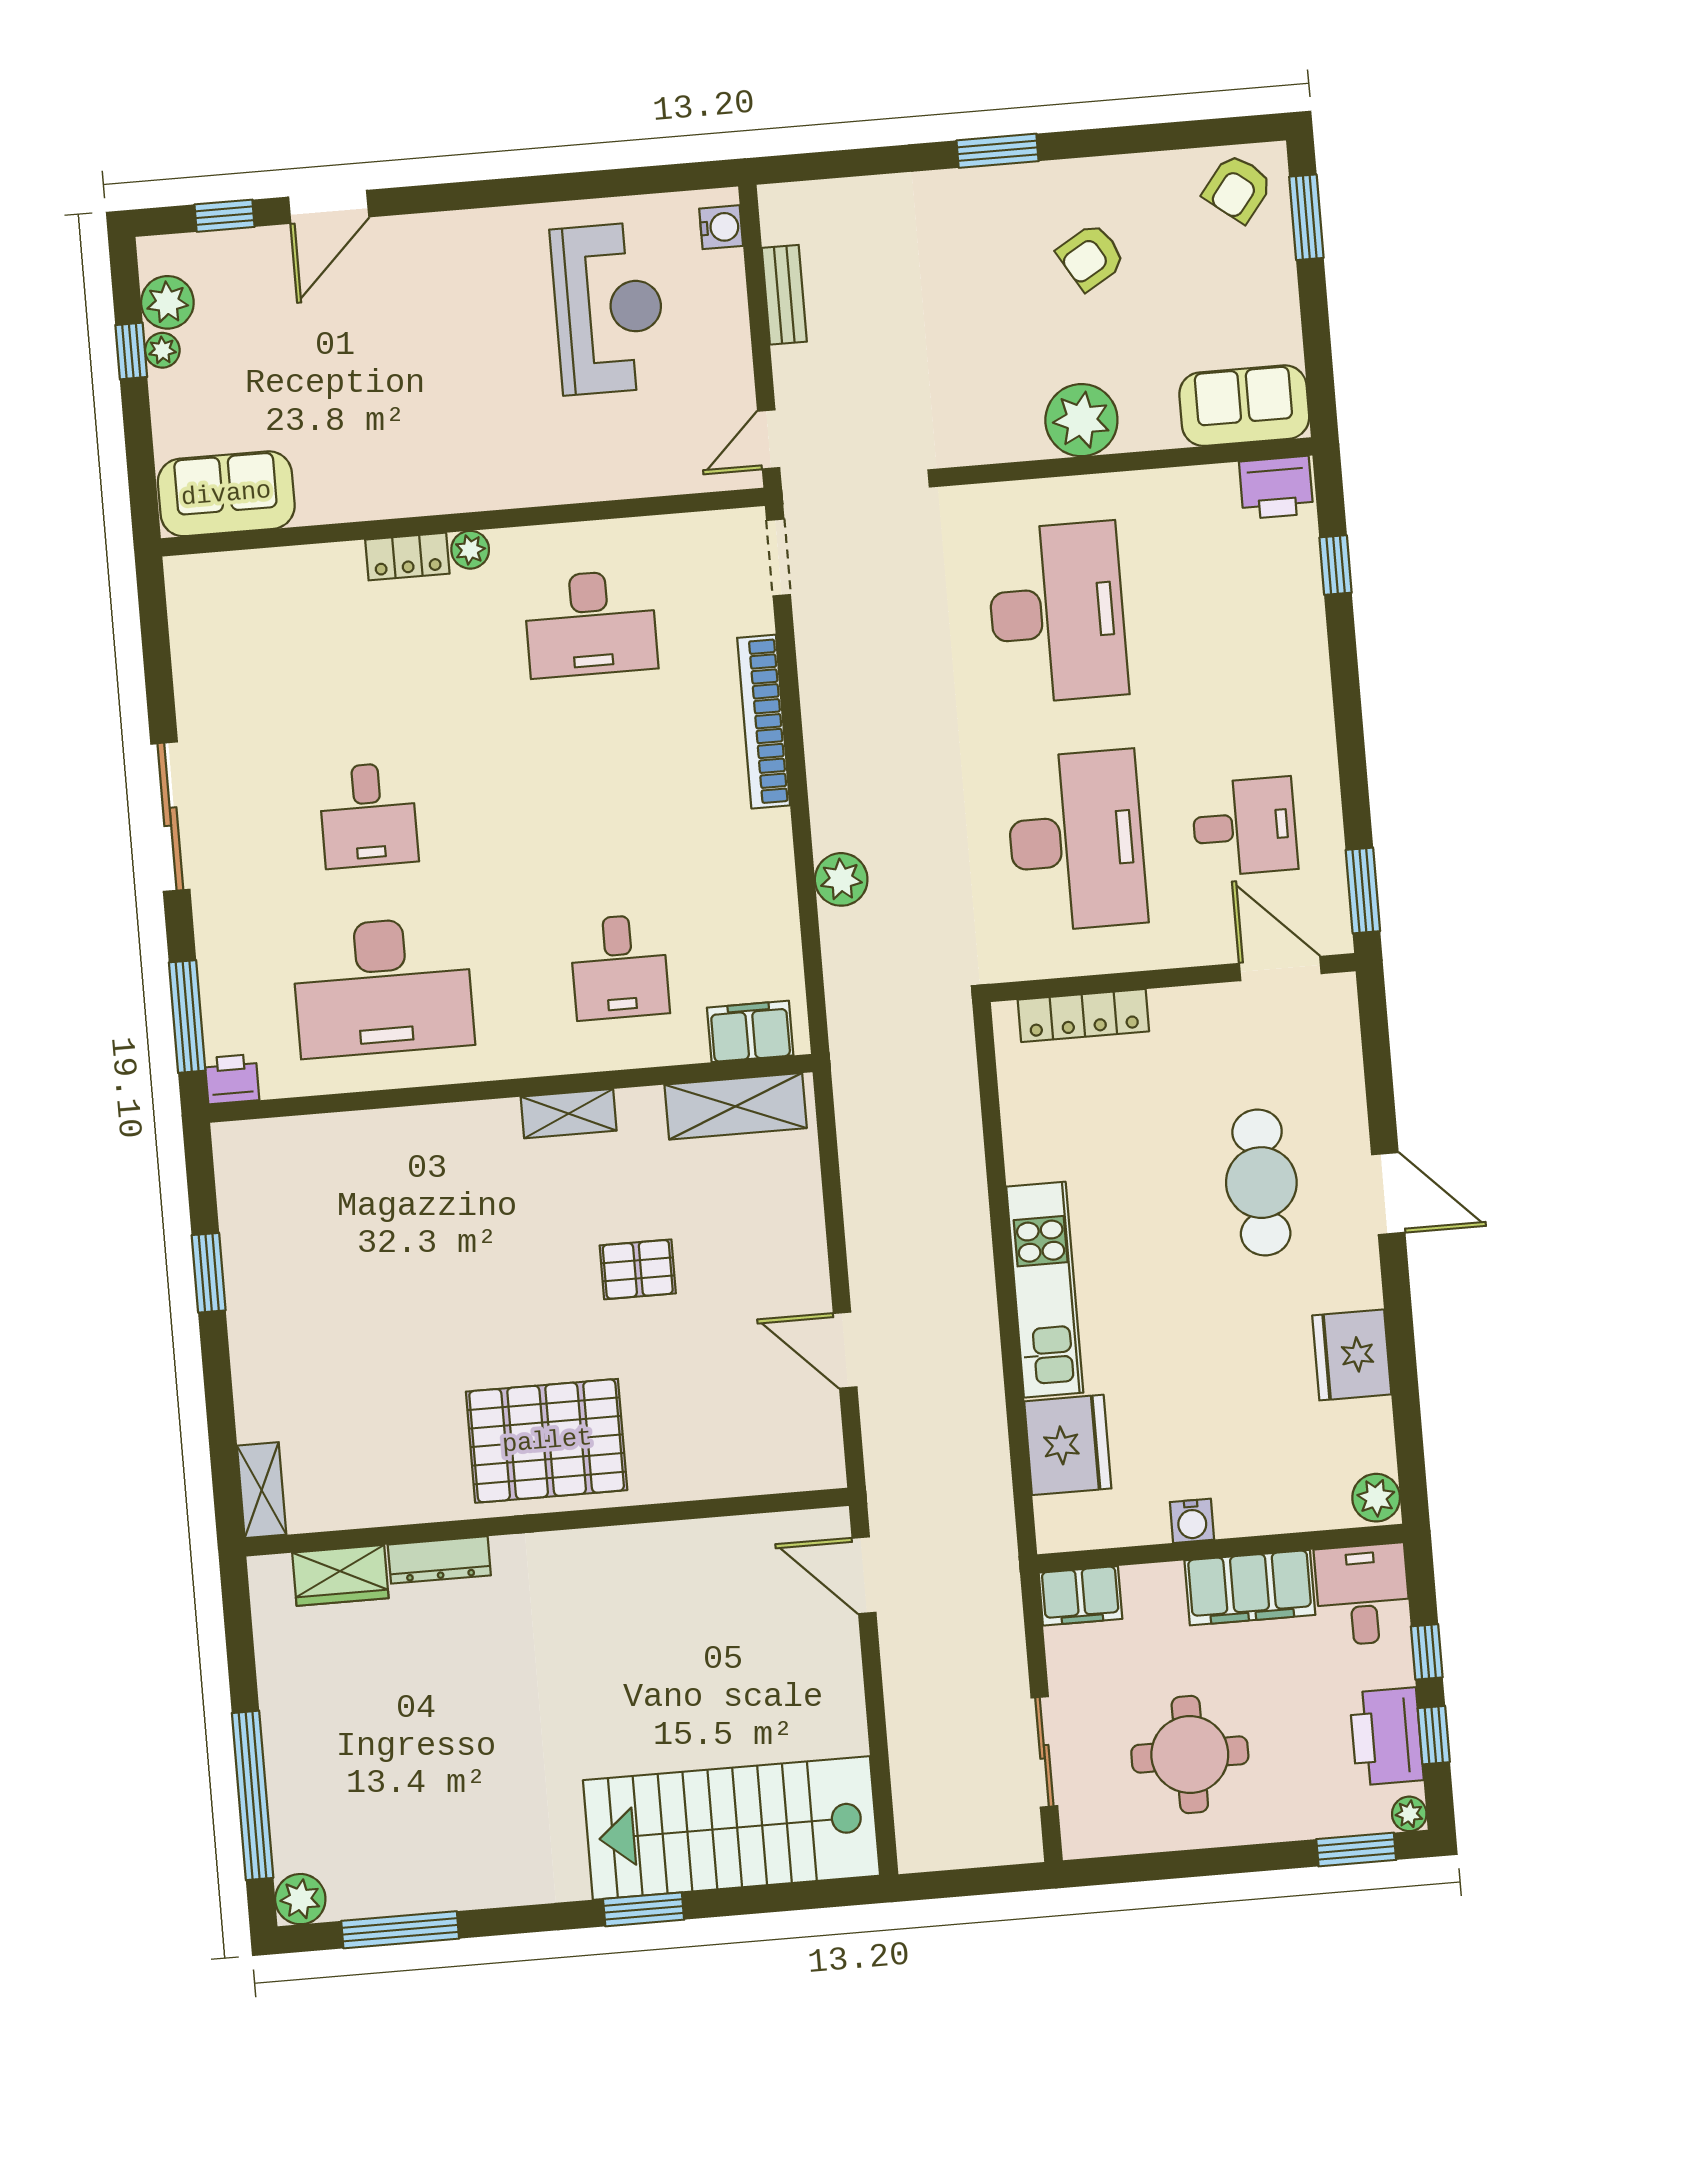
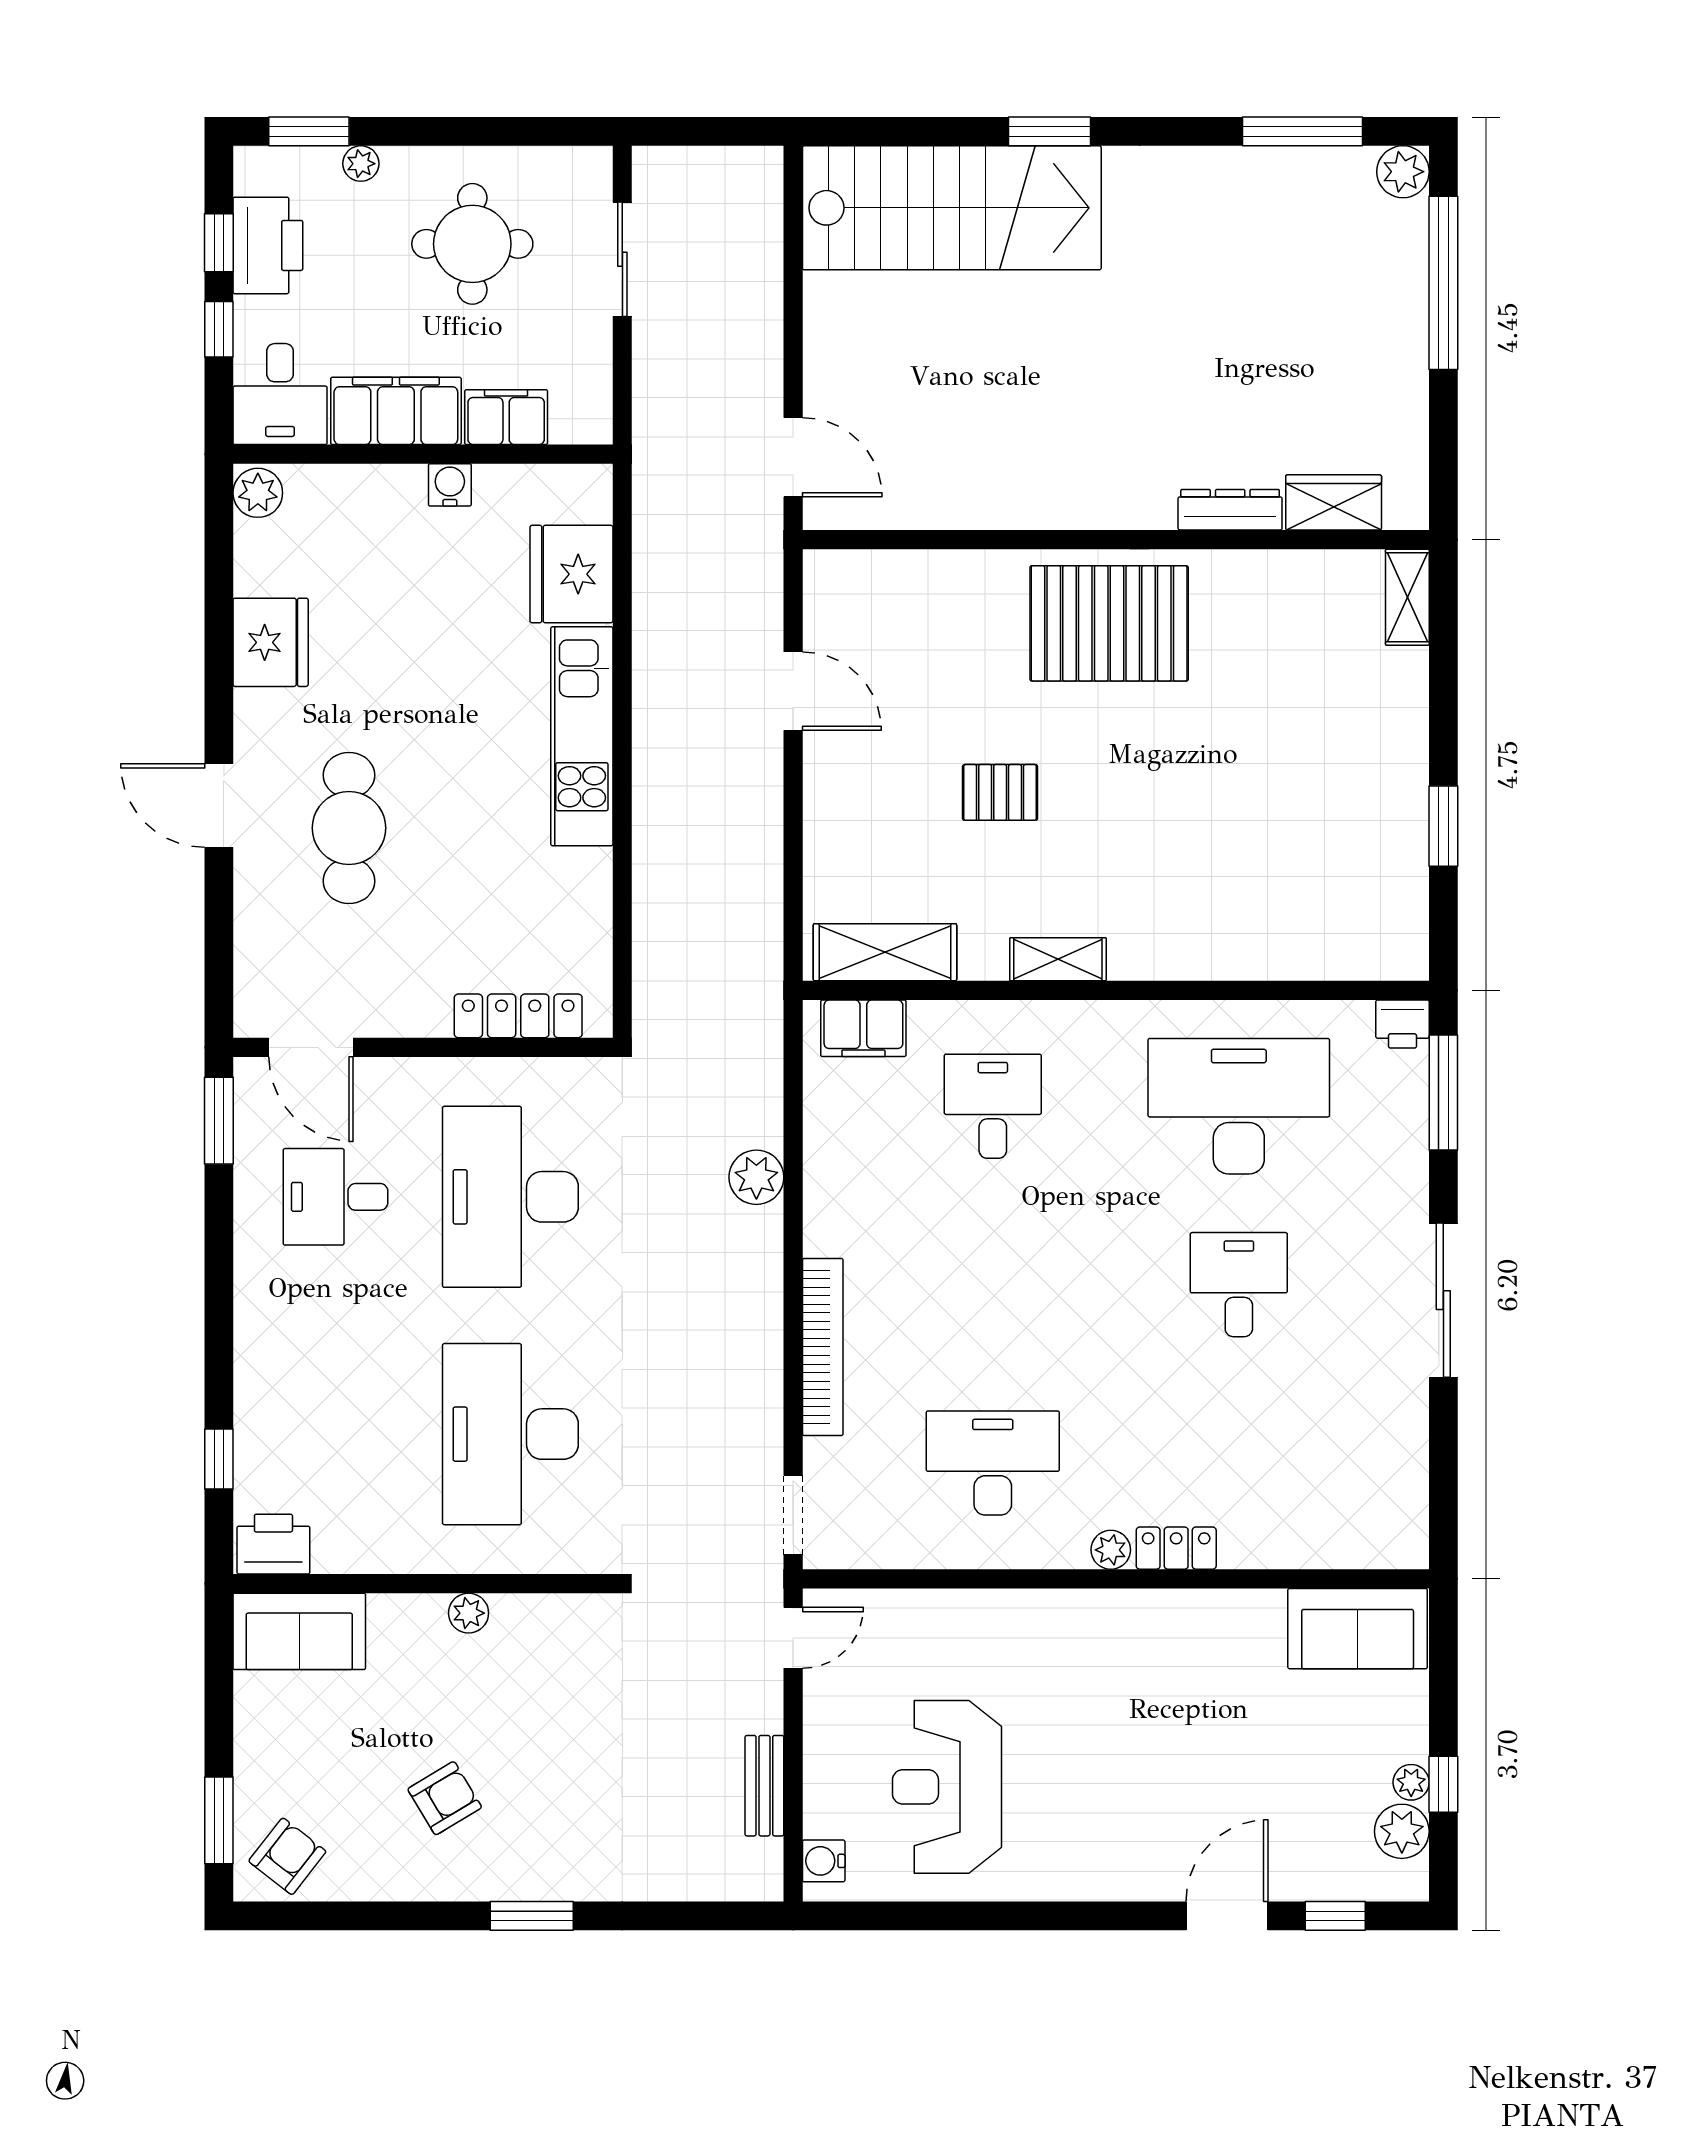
plant: (1081, 420) -> (469, 1613), width x0.53, depth x0.53
filing cabinet: (1080, 1596) -> (506, 417), moved
plant: (1409, 1814) -> (361, 164), moved

